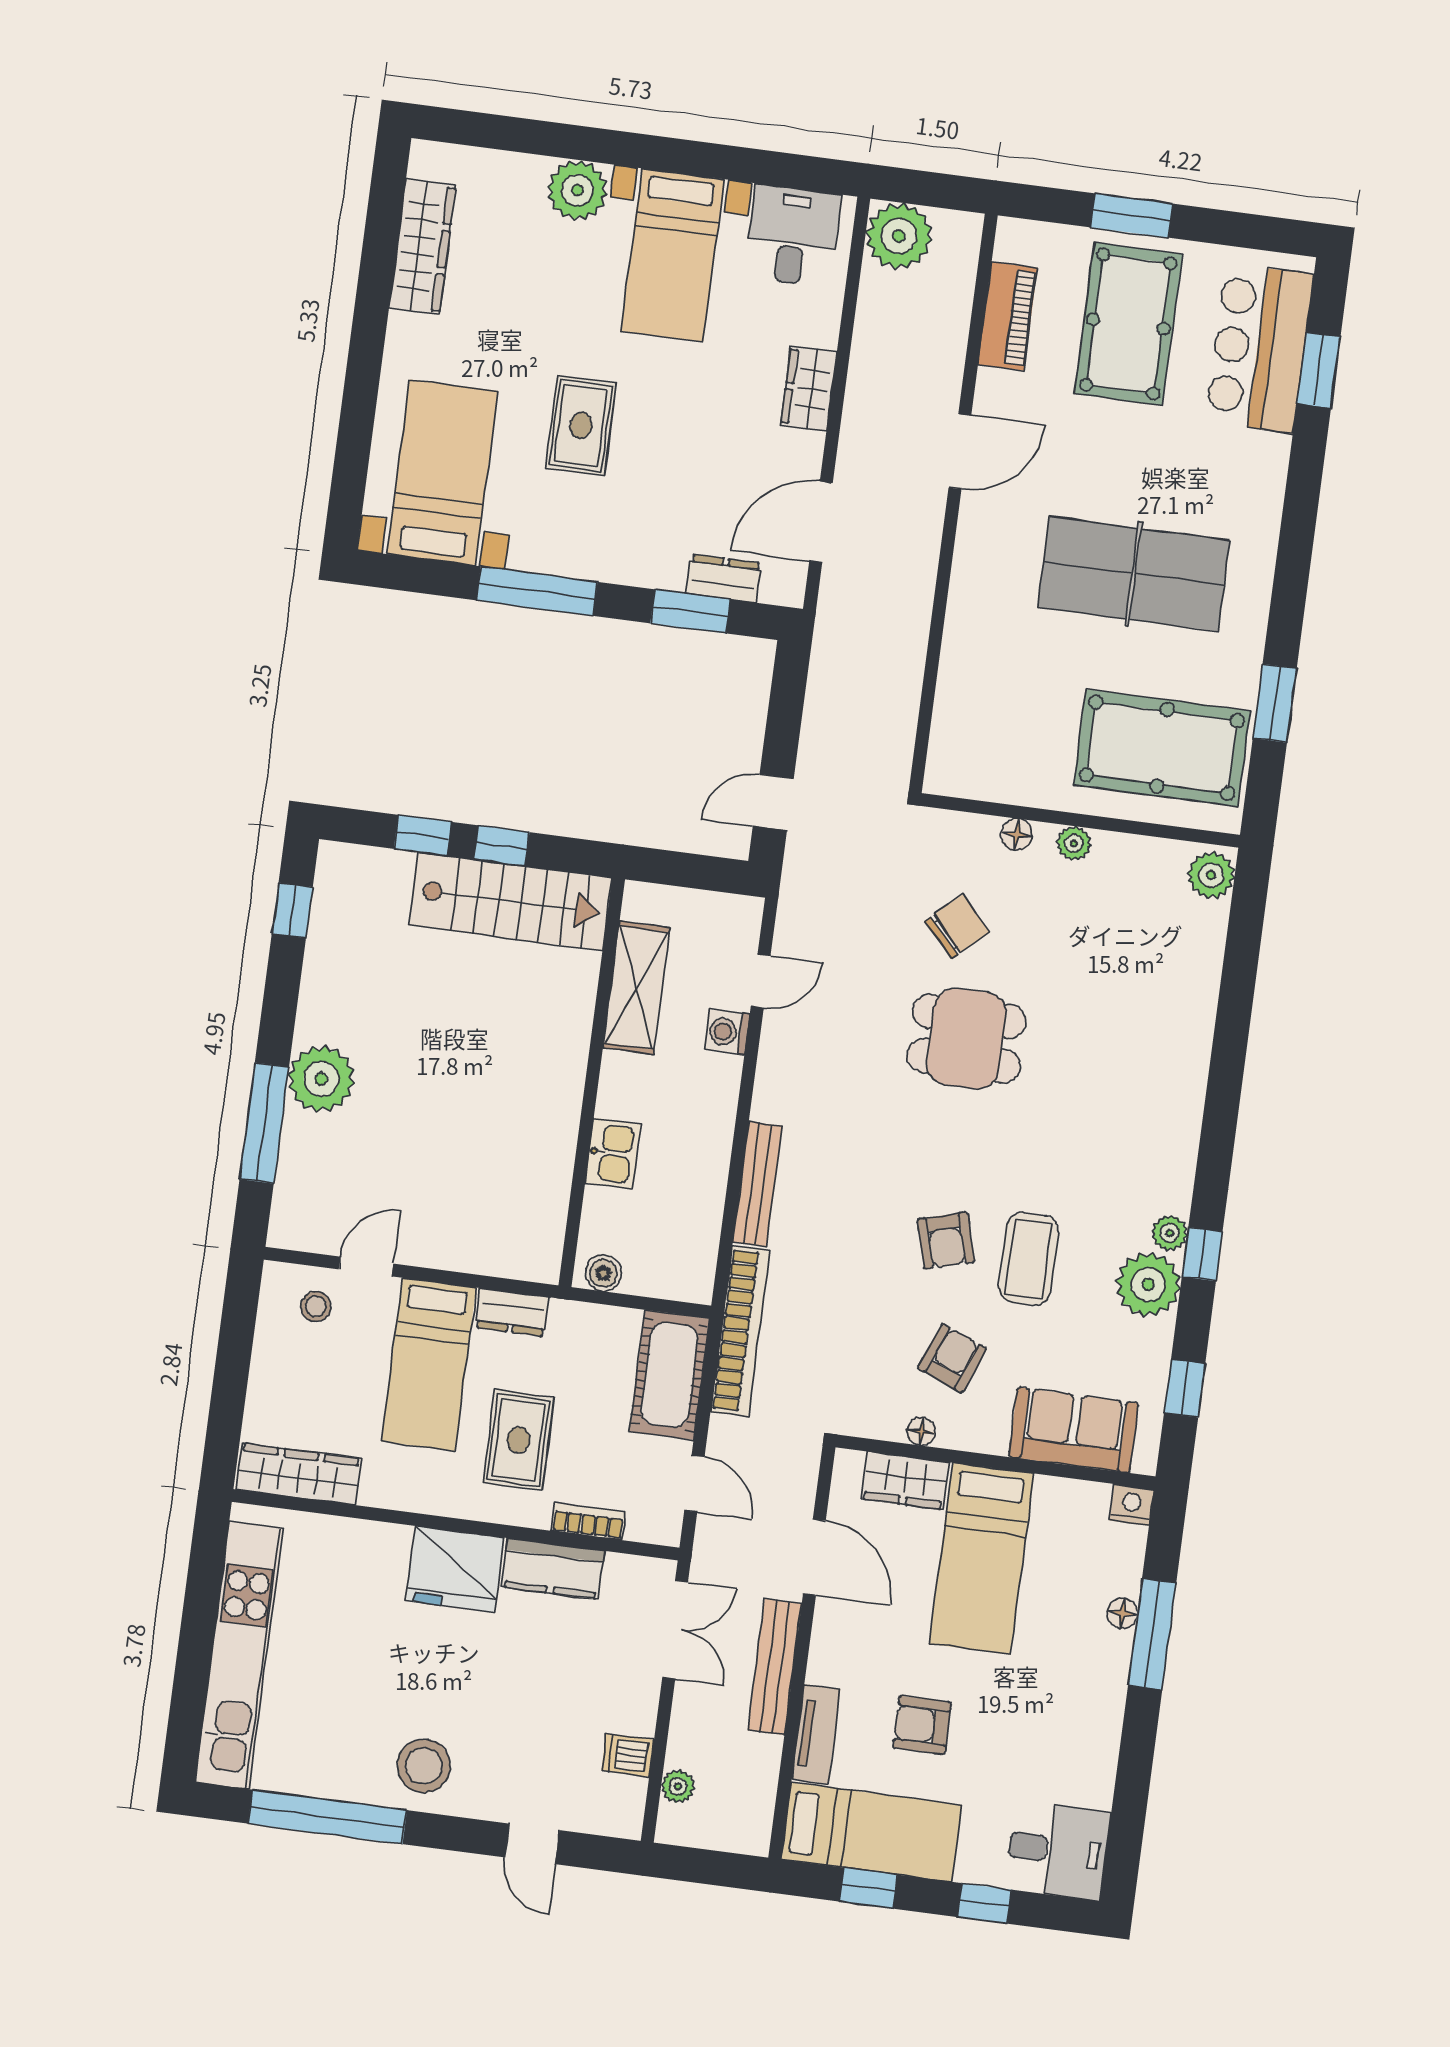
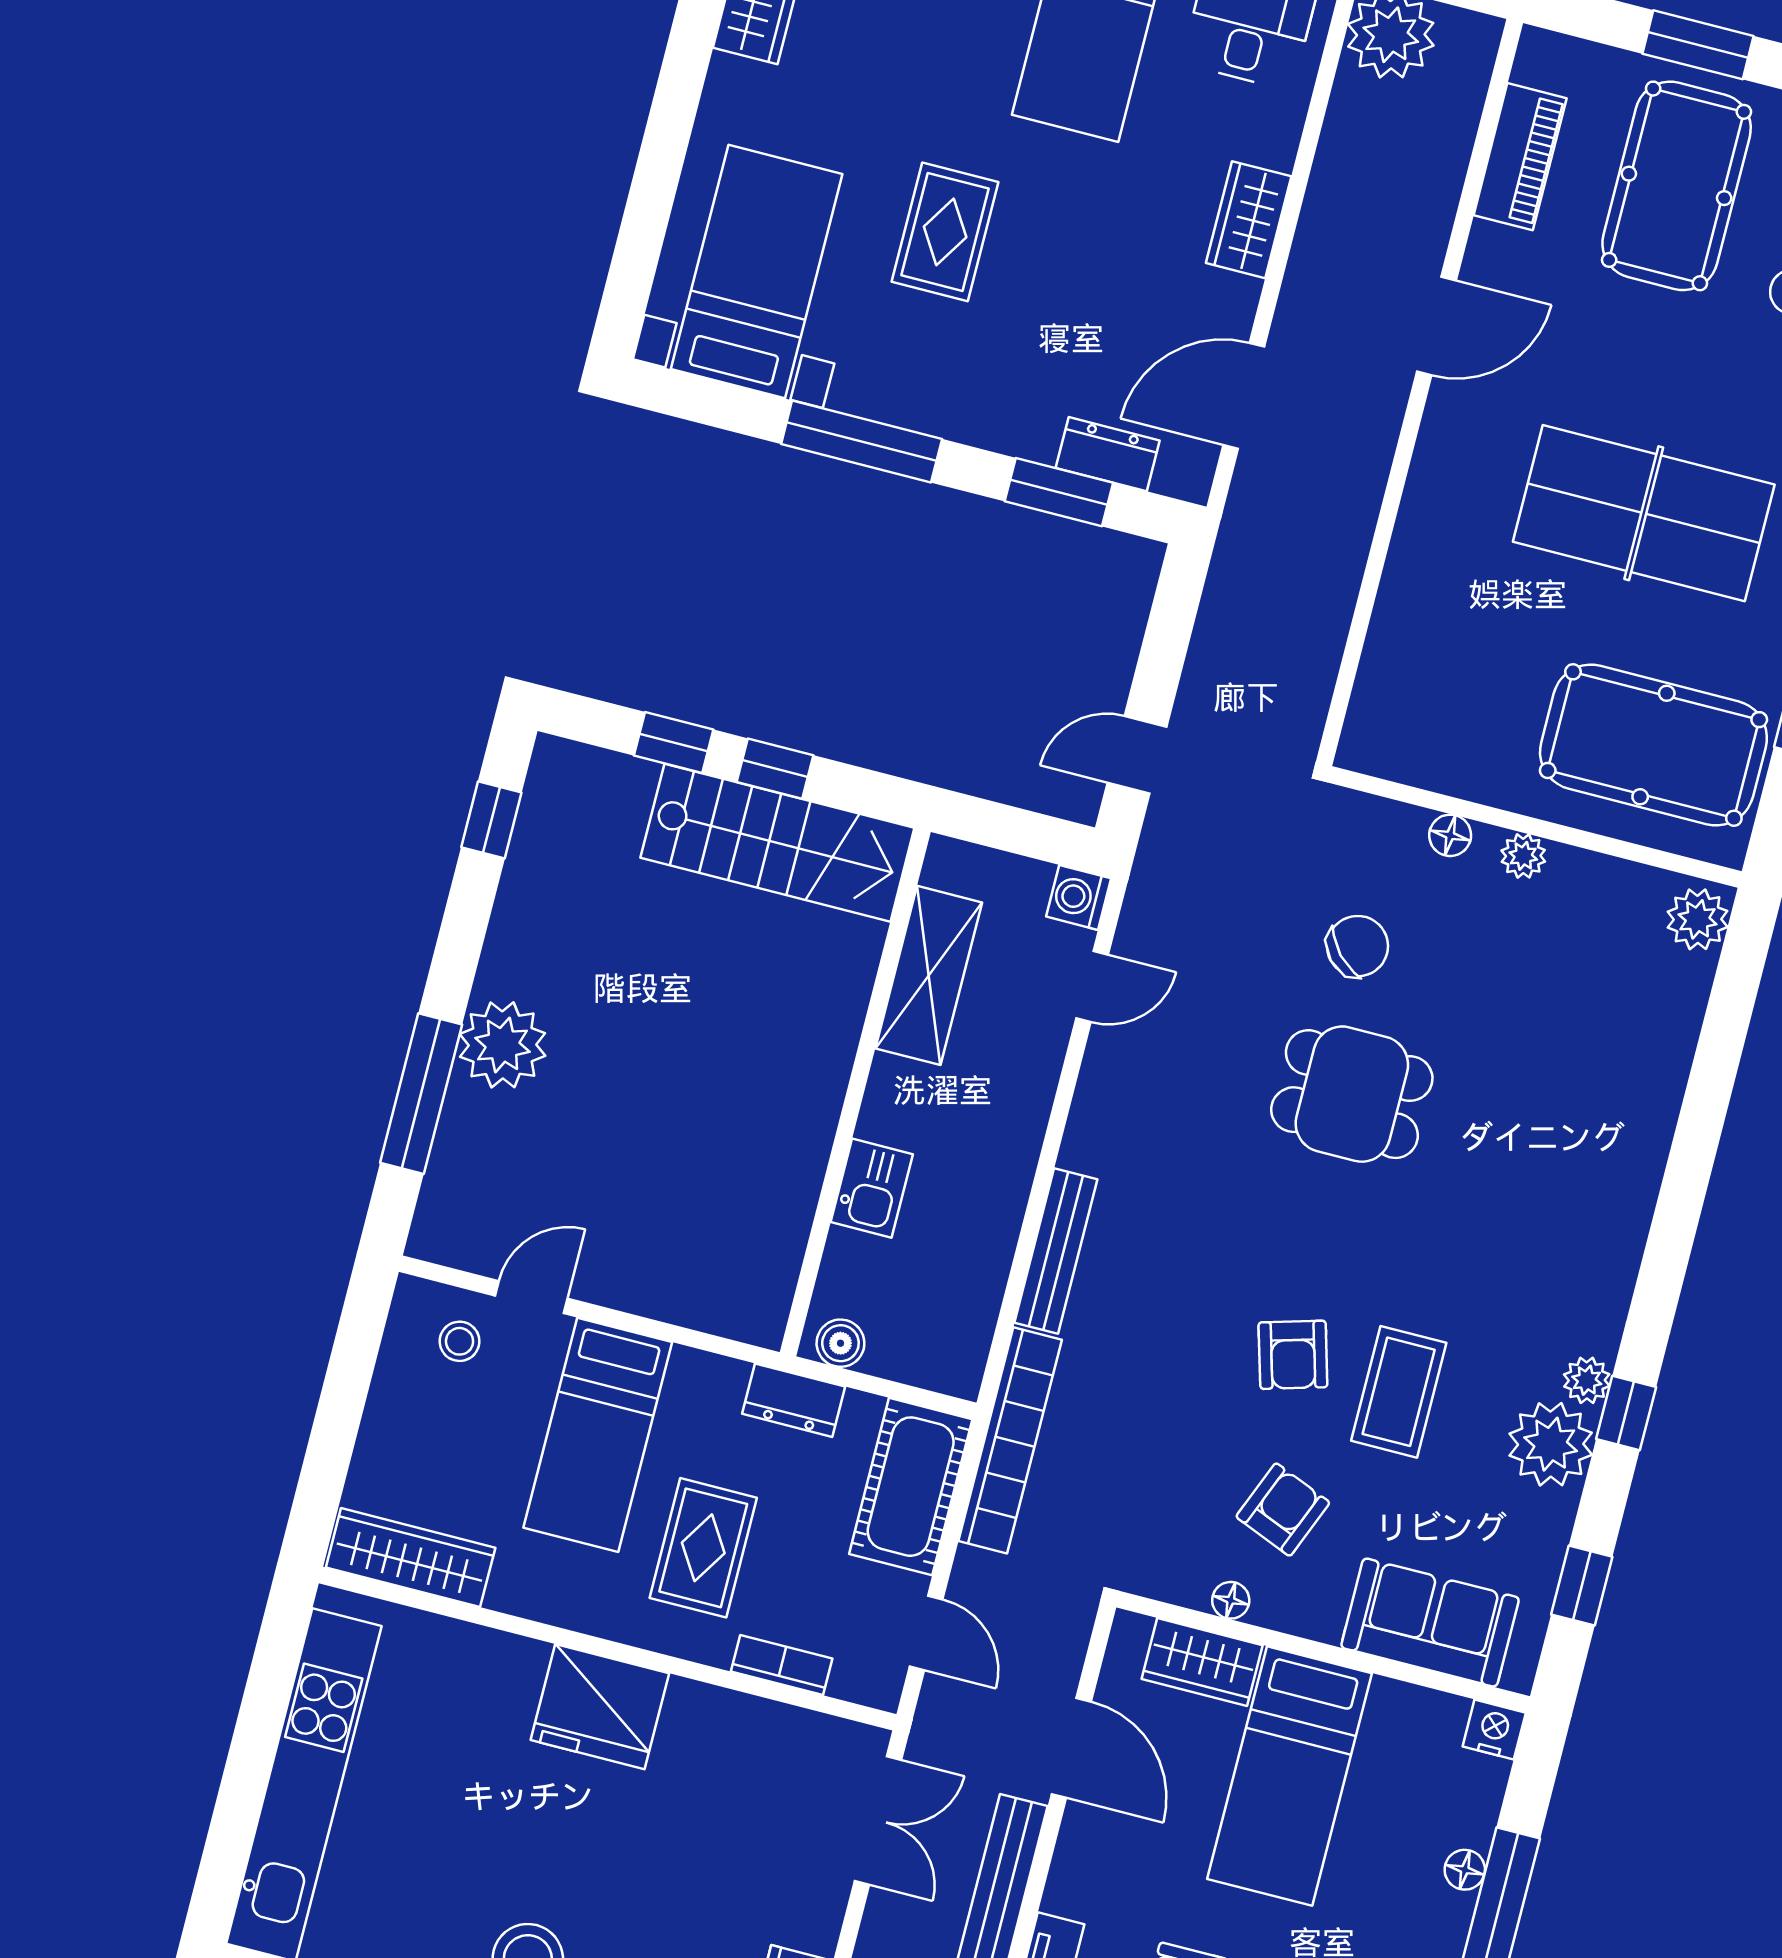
washing machine: (727, 1032) -> (1079, 897), moved
dresser: (512, 1312) -> (794, 1400), moved
kitchen counter: (553, 1569) -> (728, 1721), removed

